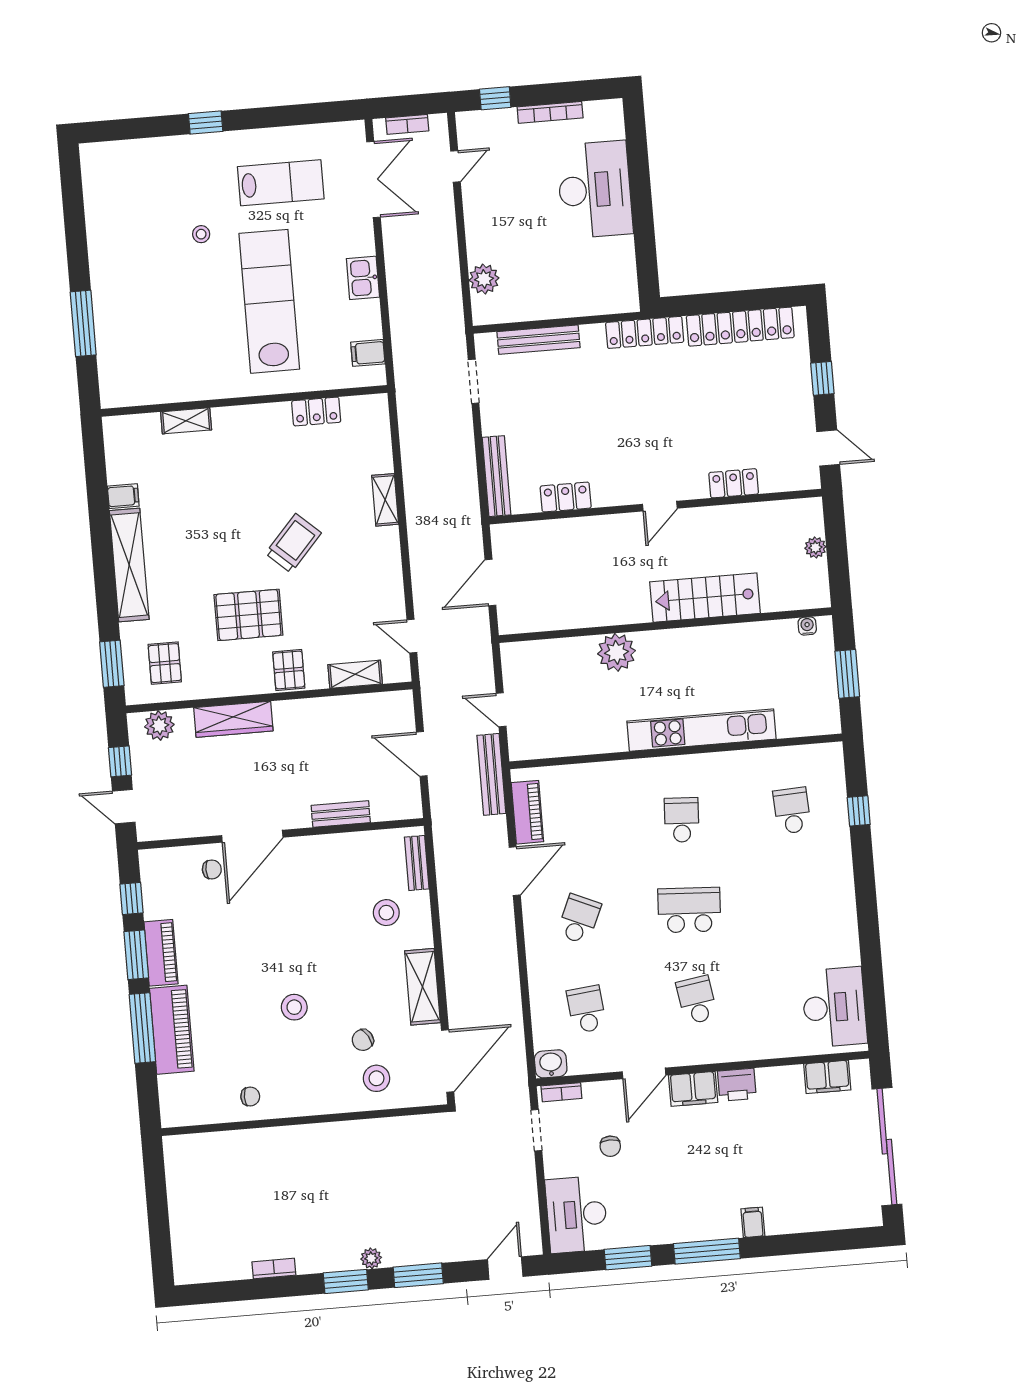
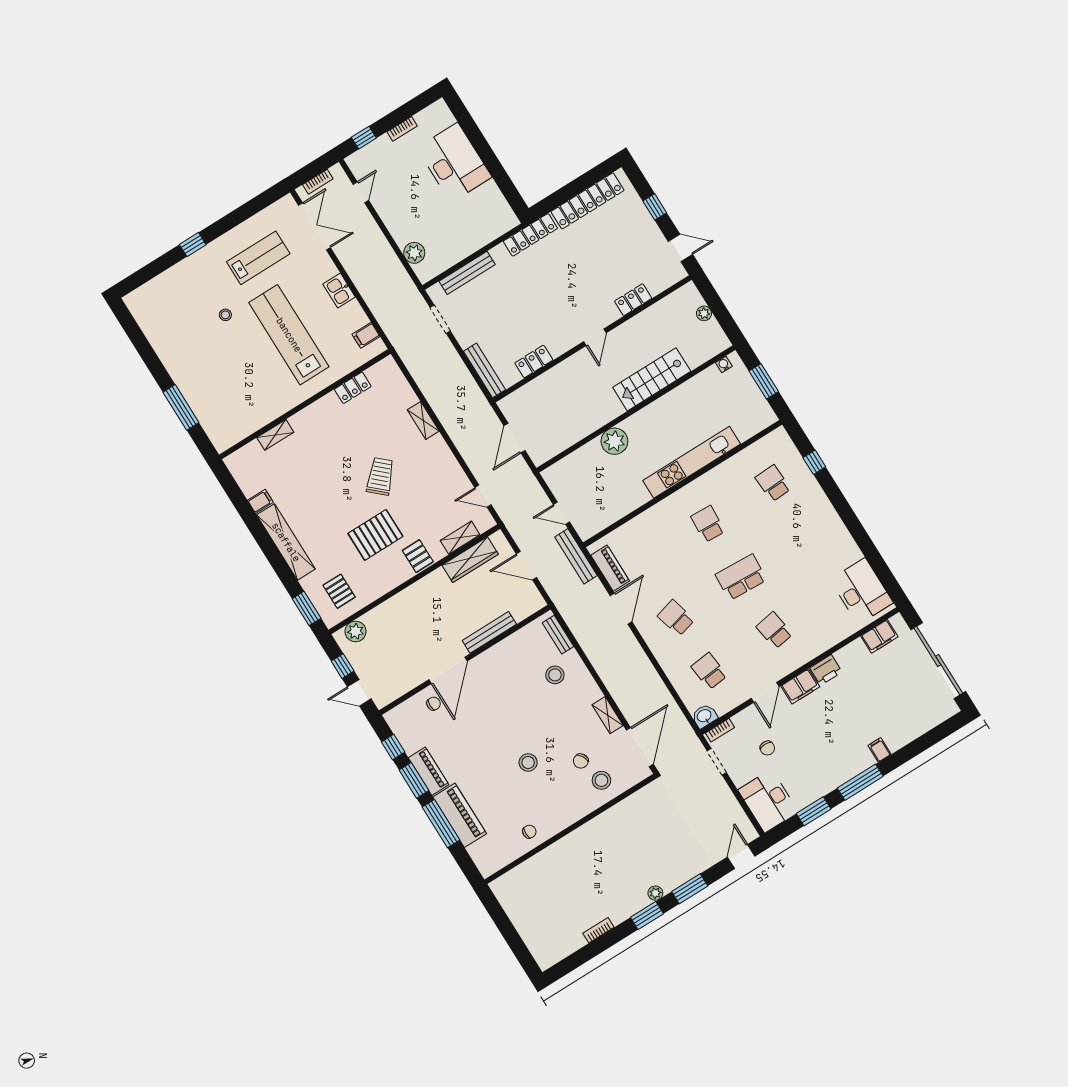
bookcase: (550, 112) -> (402, 129), width x0.64
wardrobe: (233, 719) -> (470, 560), moved
bench: (341, 814) -> (489, 632), width x1.36
school desk: (579, 919) -> (676, 618), turned -39
shelving: (422, 987) -> (608, 715), width x0.67, depth x0.75

